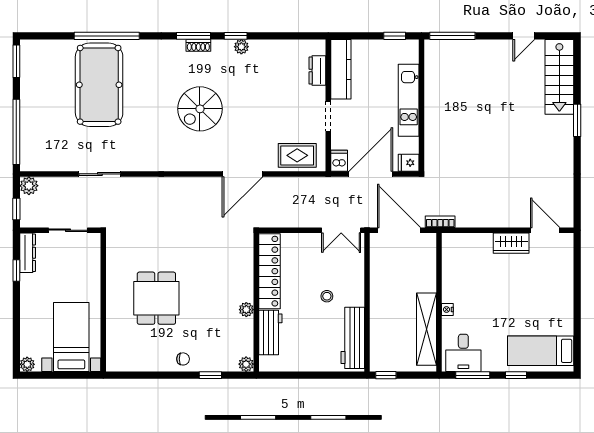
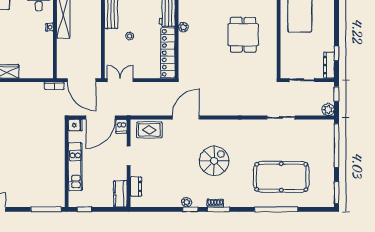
kitchen counter: (341, 69) -> (120, 194), width x0.67
pool table: (99, 85) -> (281, 177), turned 90

